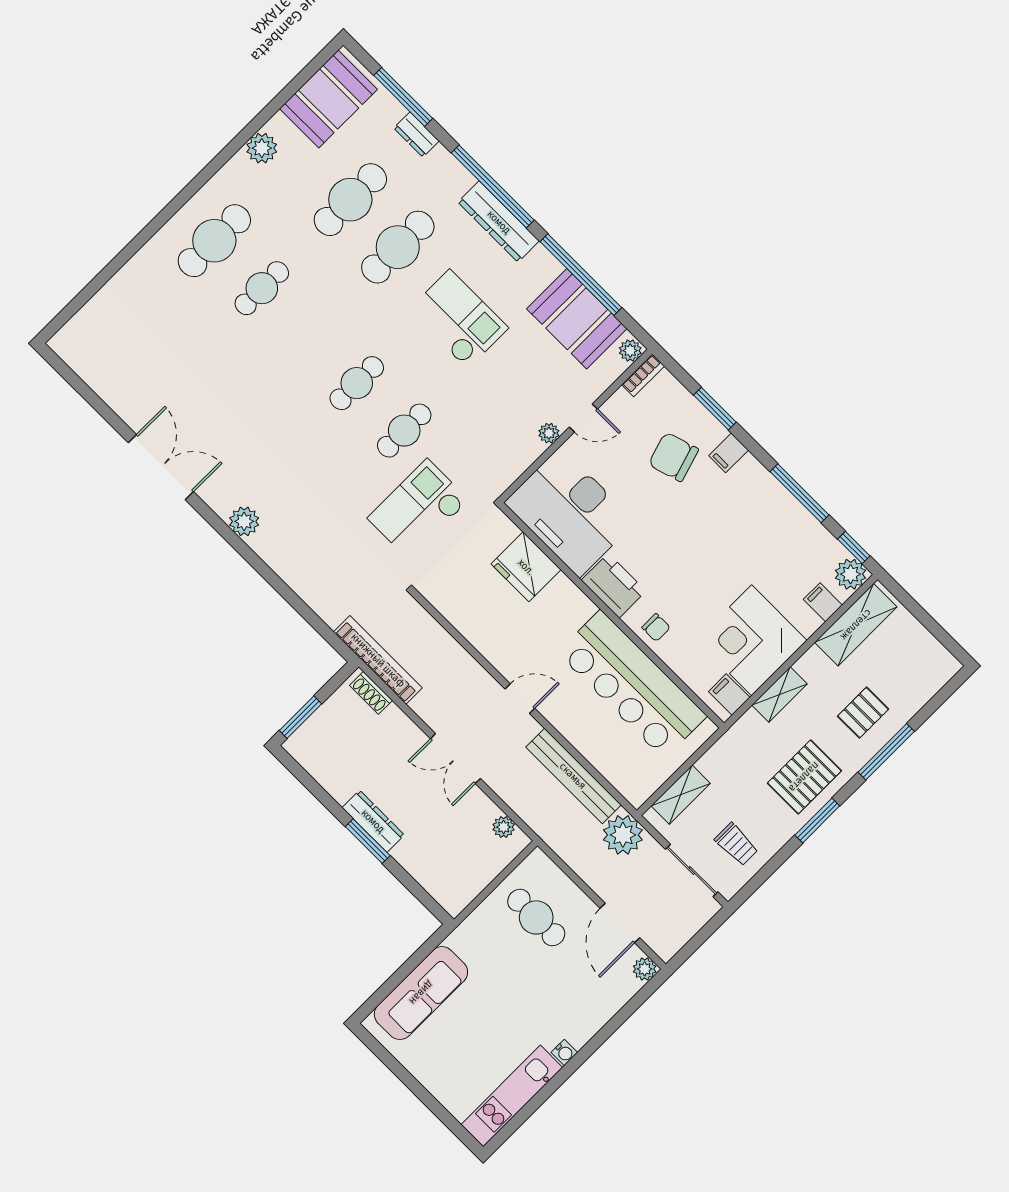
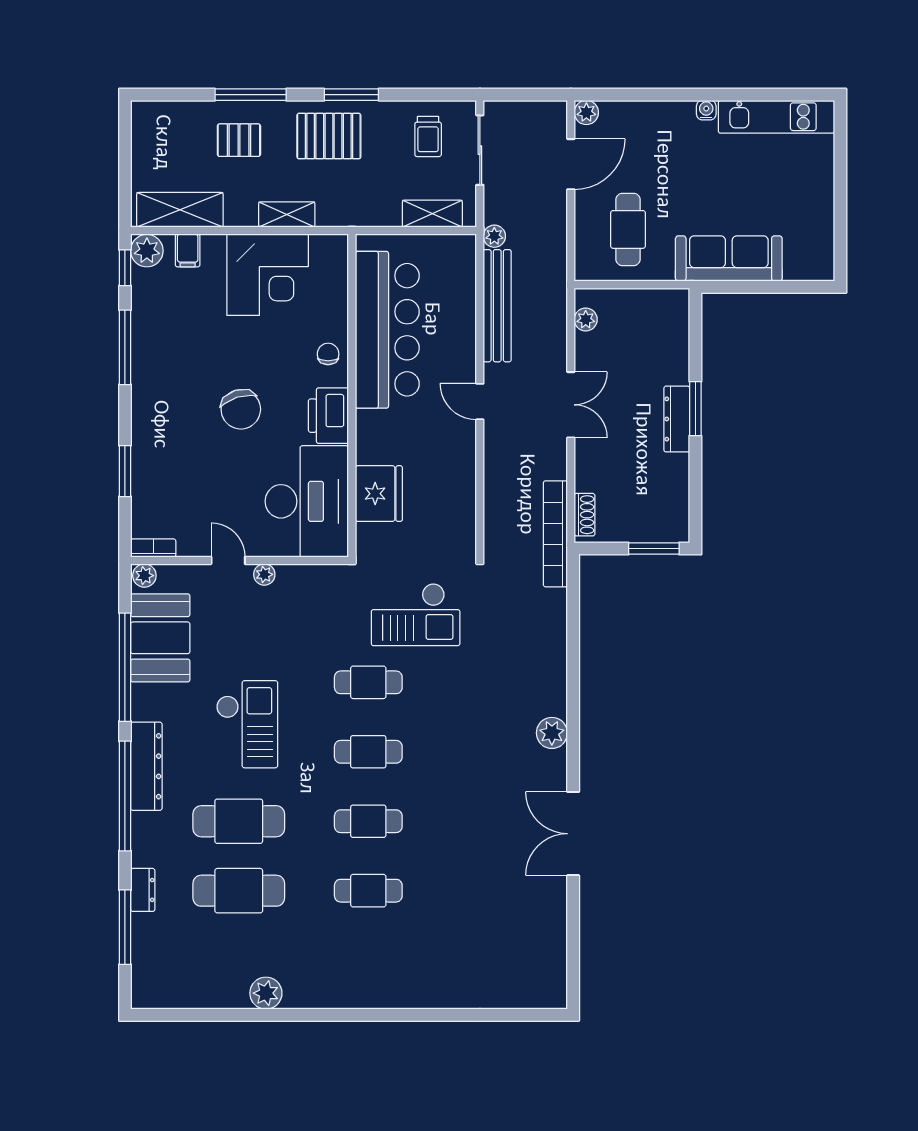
booth: (329, 99) -> (181, 980), removed
cafe table: (214, 241) -> (368, 821), moved, width x0.73, depth x0.74
checkout: (458, 319) -> (247, 724), turned 180
filing cabinet: (729, 453) -> (147, 429), removed
chair: (673, 457) -> (241, 409), moved
filing cabinet: (729, 694) -> (324, 251), removed
plant: (623, 835) -> (494, 236), width x0.53, depth x0.53
trolley: (736, 844) -> (428, 136), turned 180
sofa: (421, 993) -> (729, 258), moved

